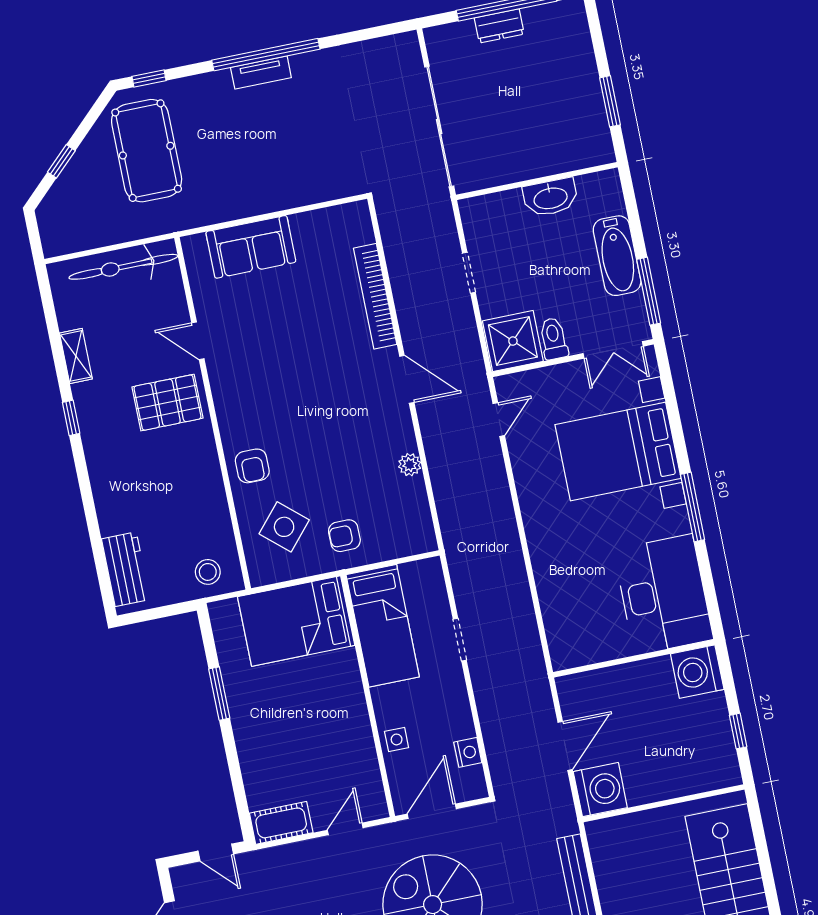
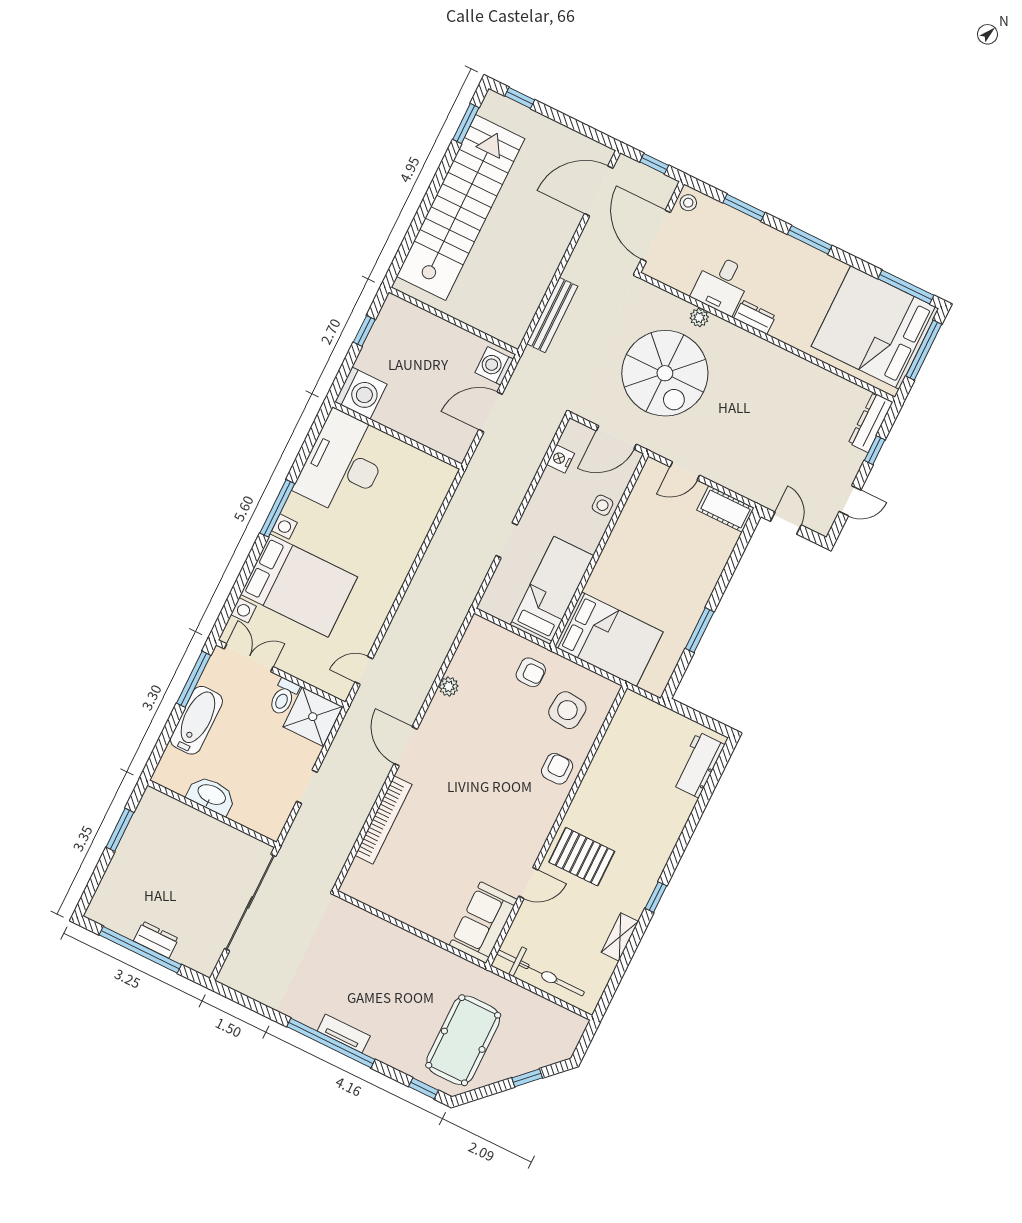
sofa: (251, 247) -> (483, 922), moved, turned -90
door: (198, 341) -> (528, 883), hinge flipped
side table: (284, 527) -> (567, 710), turned -35
stool: (208, 572) -> (643, 720), removed
washing machine: (600, 790) -> (494, 366), width x0.73, depth x0.73

